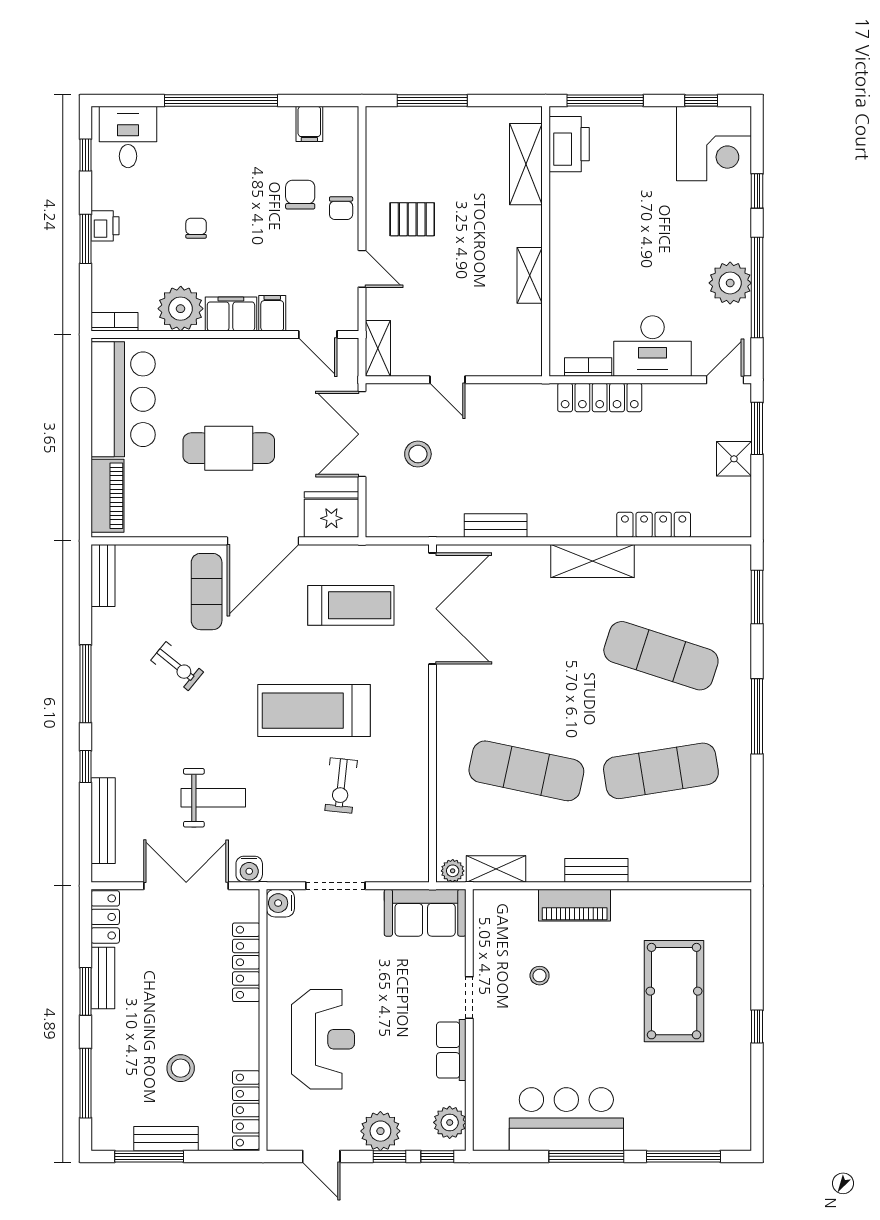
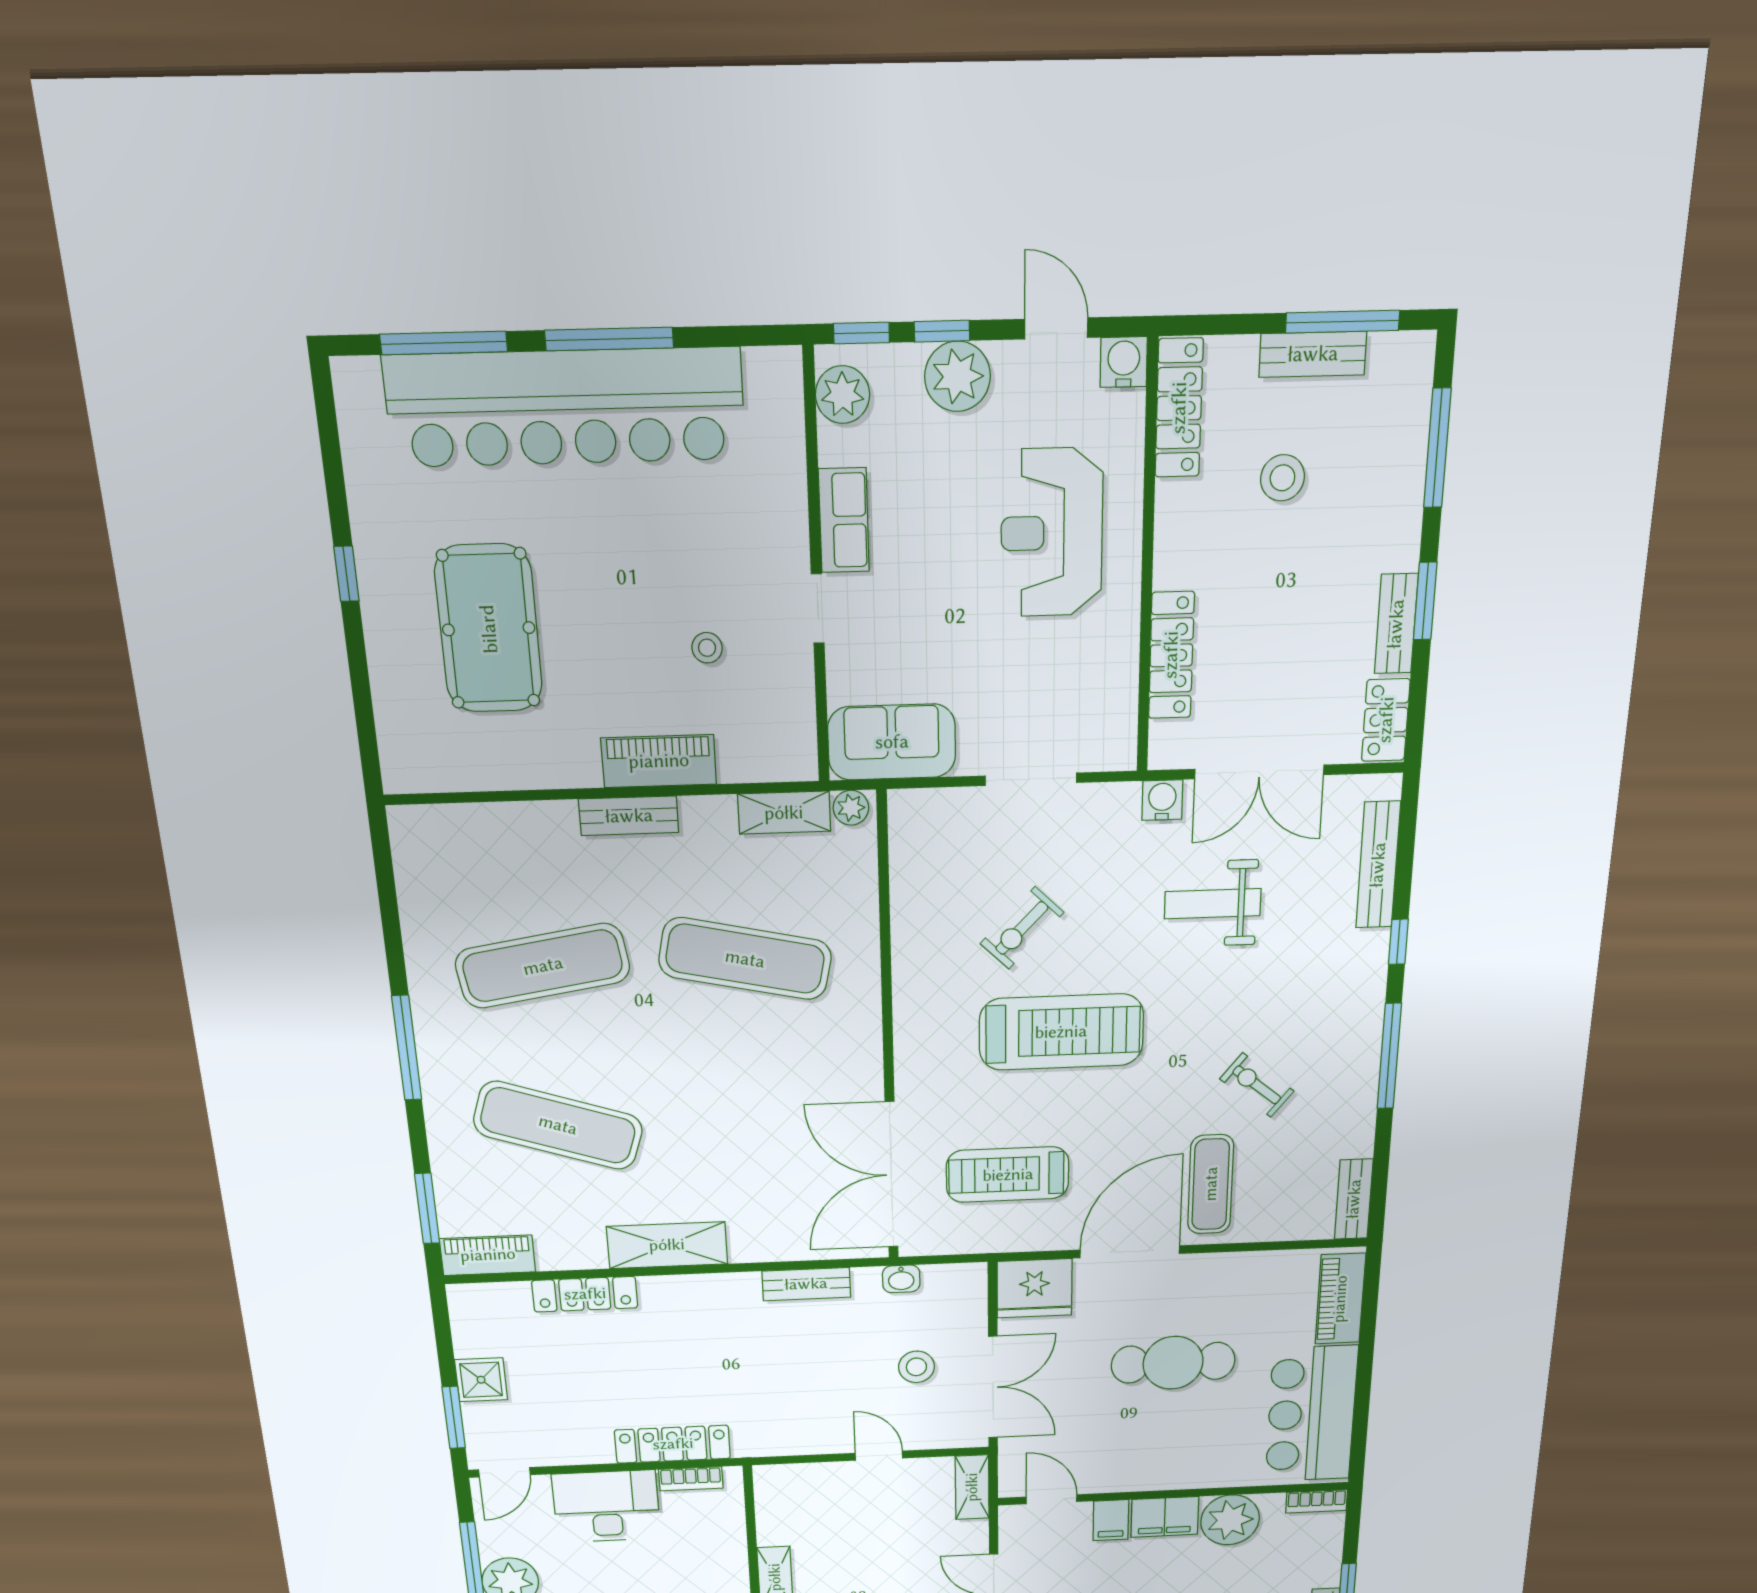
washbasin: (428, 527) -> (901, 1279), added
piano: (719, 559) -> (488, 1255), added
exercise bike: (341, 786) -> (1022, 928), turned -142
water cooler: (280, 903) -> (1124, 362), moved, turned -90
bar counter: (566, 1119) -> (566, 407), width x1.86

